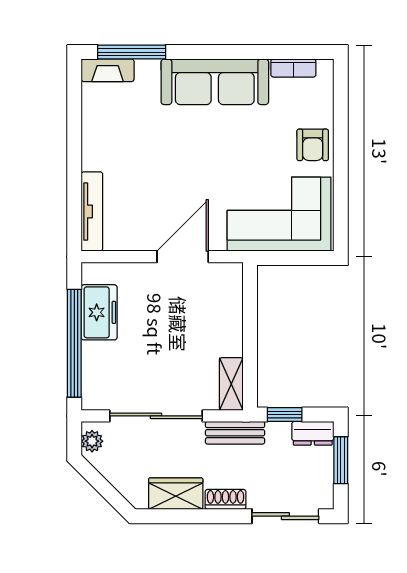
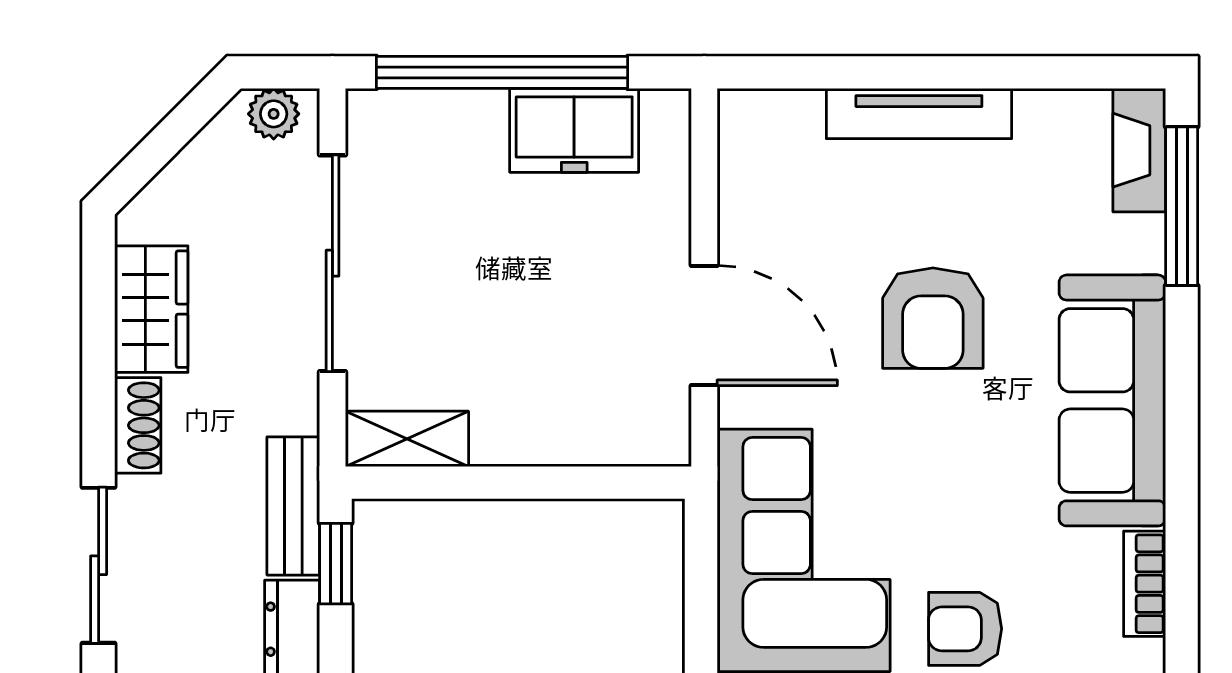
armchair: (180, 159) -> (933, 318), added
tv unit: (92, 211) -> (919, 114), moved
bench: (235, 433) -> (293, 506), moved

